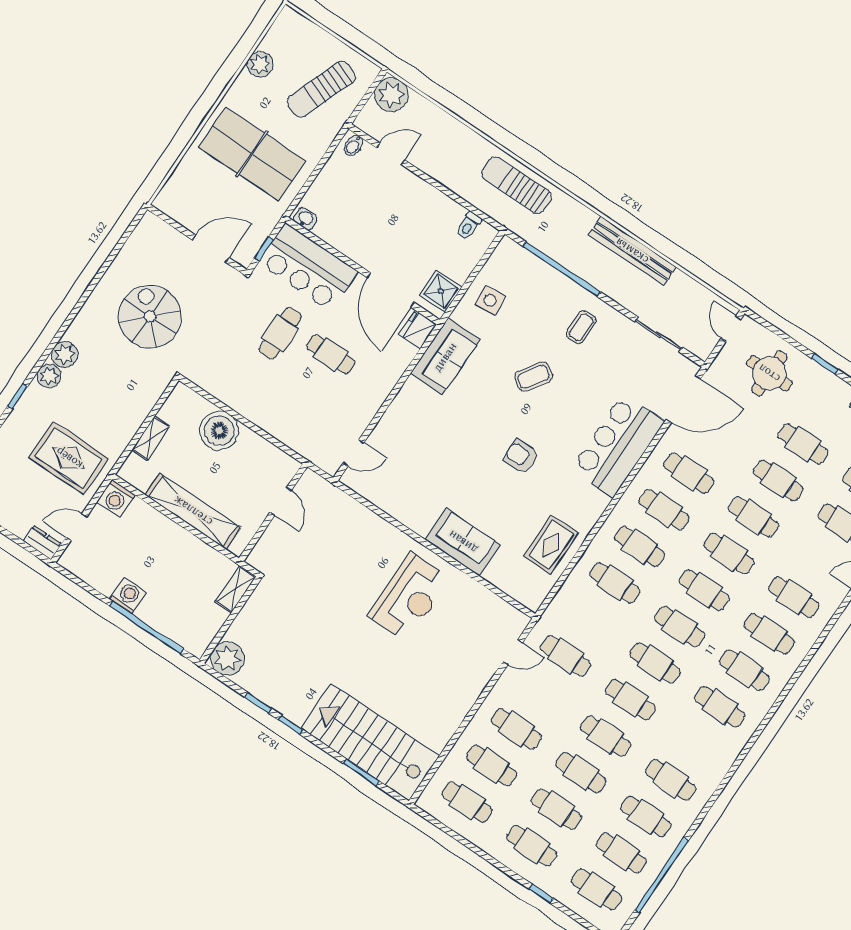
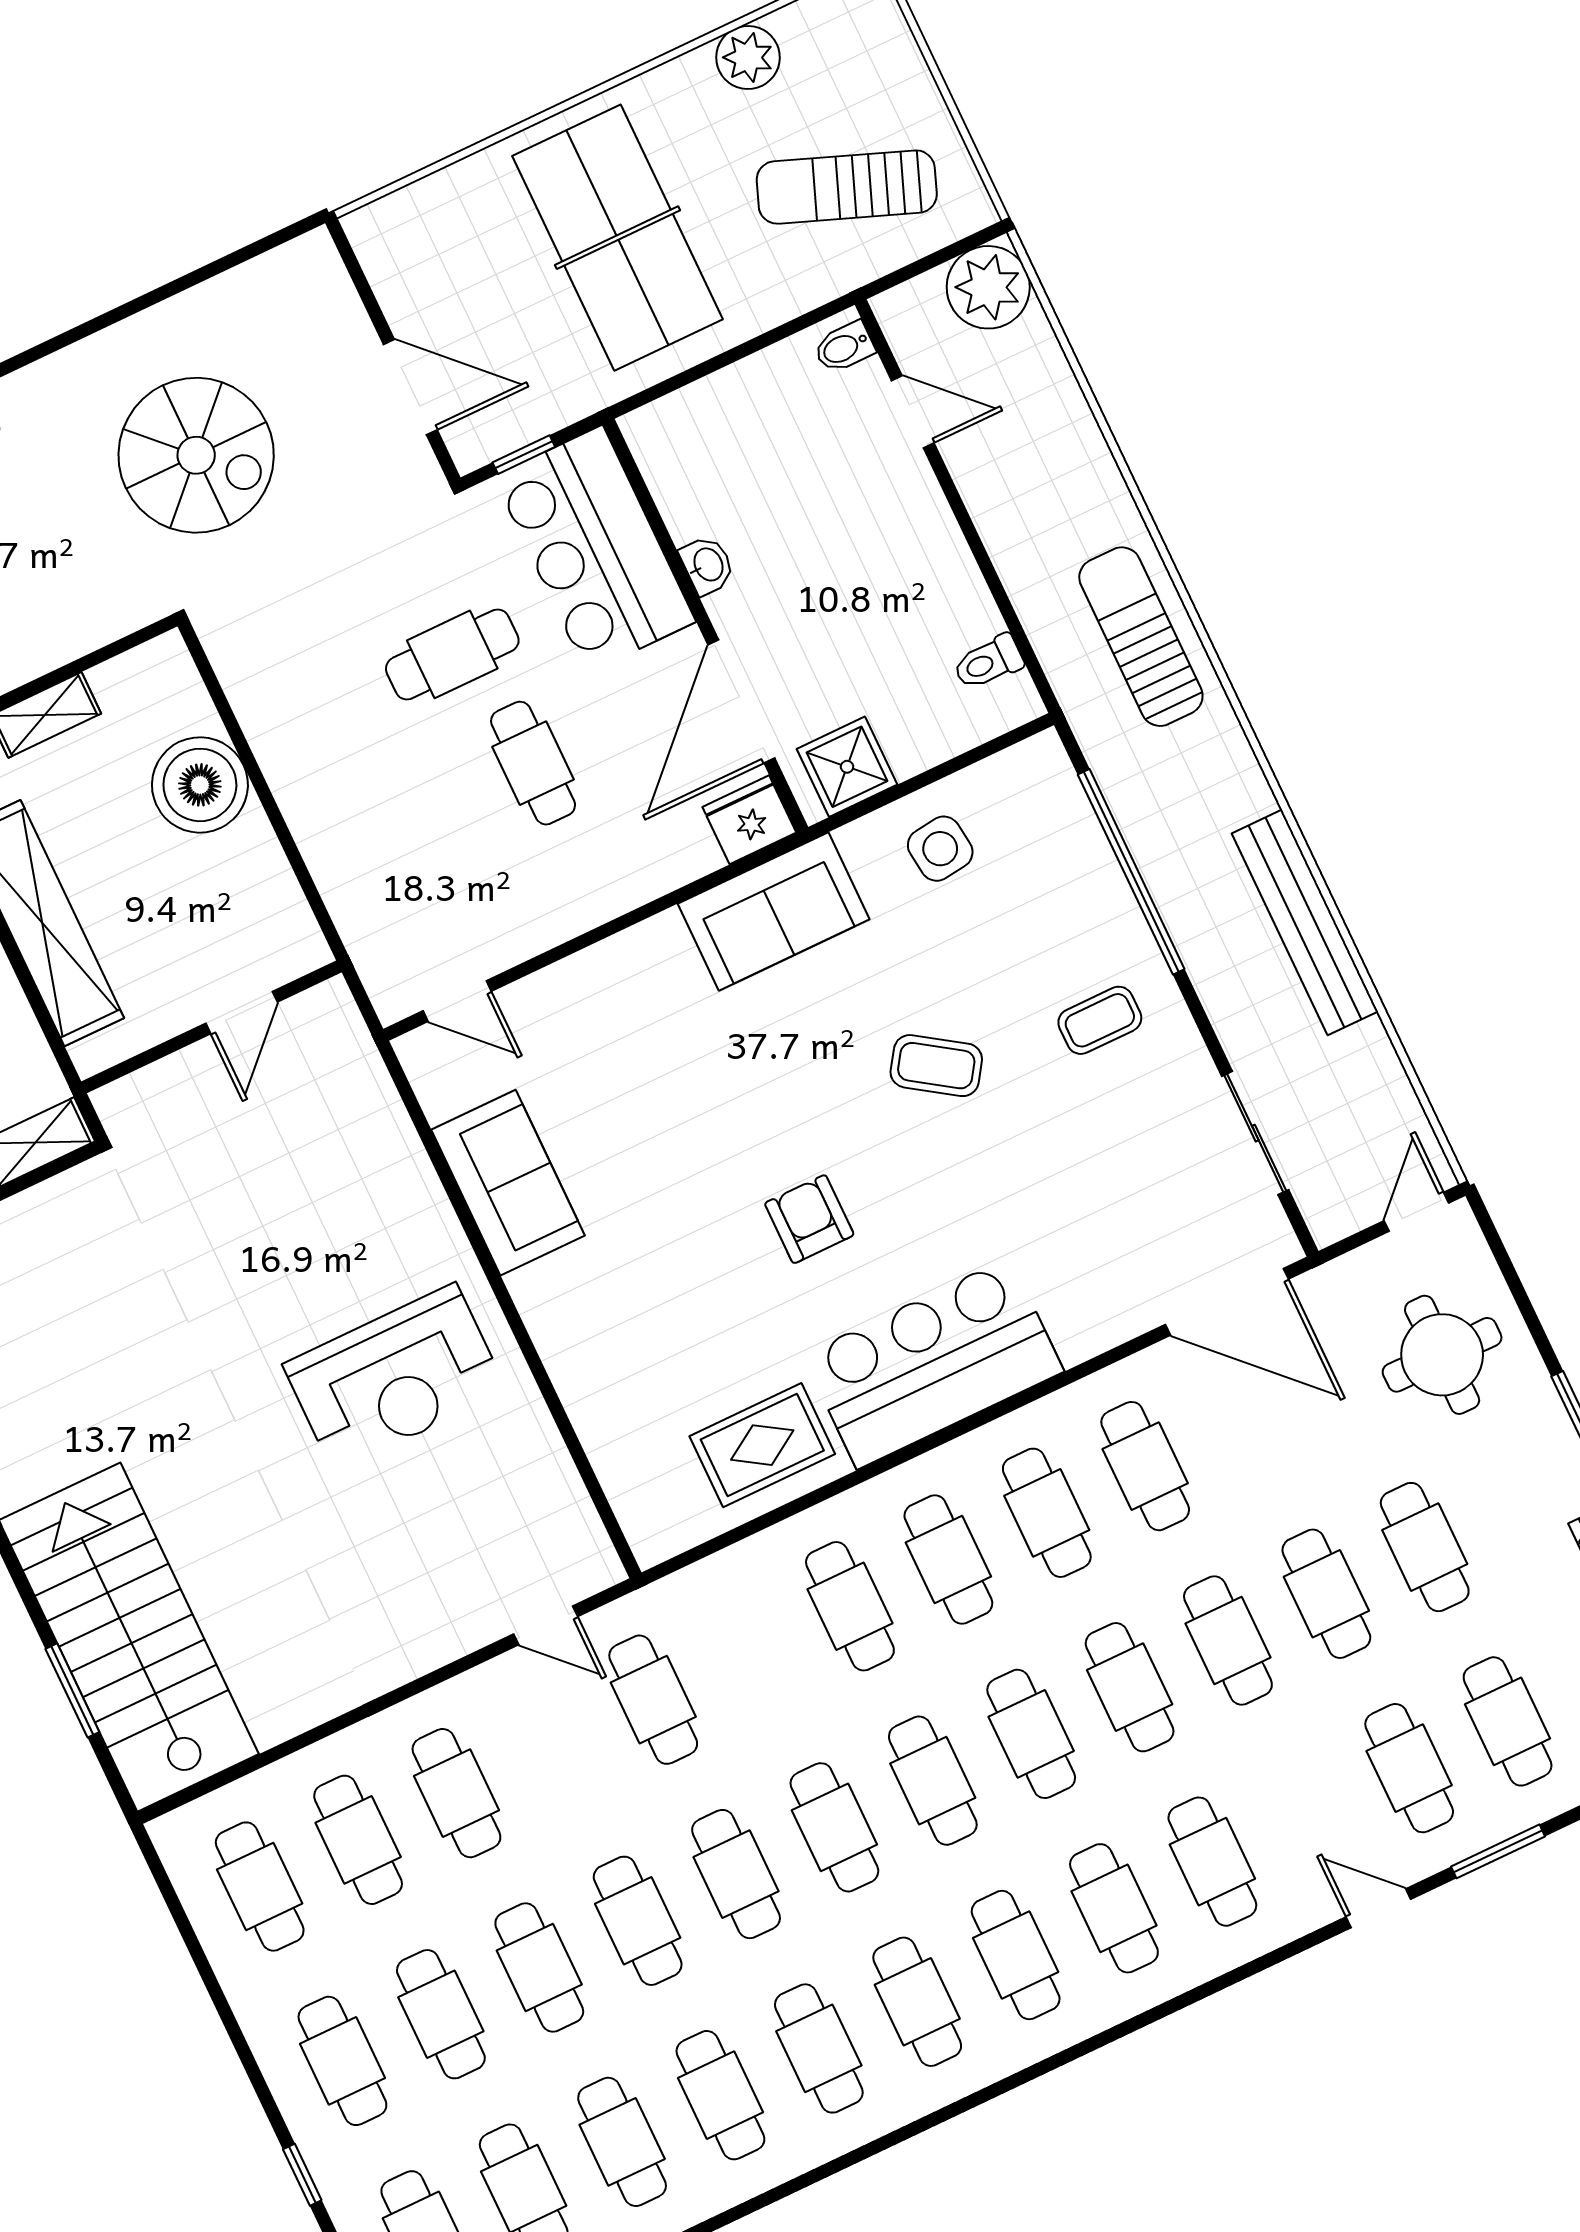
washbasin: (305, 219) -> (707, 565), moved
spiral stairs: (150, 317) -> (196, 455), turned 90
bar counter: (618, 445) -> (933, 1363), moved
sofa: (463, 542) -> (508, 1183), moved
cafe table: (695, 743) -> (819, 2048), added

